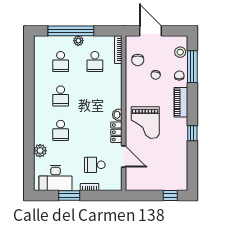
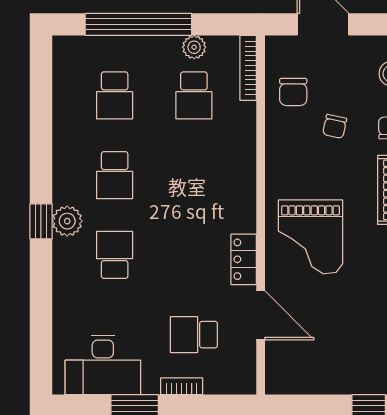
plant: (78, 41) -> (194, 47), moved
washbasin: (117, 115) -> (246, 219), removed
window: (29, 116) -> (41, 221), added
school desk: (61, 130) -> (115, 255), turned 180
plant: (40, 151) -> (67, 221), moved

